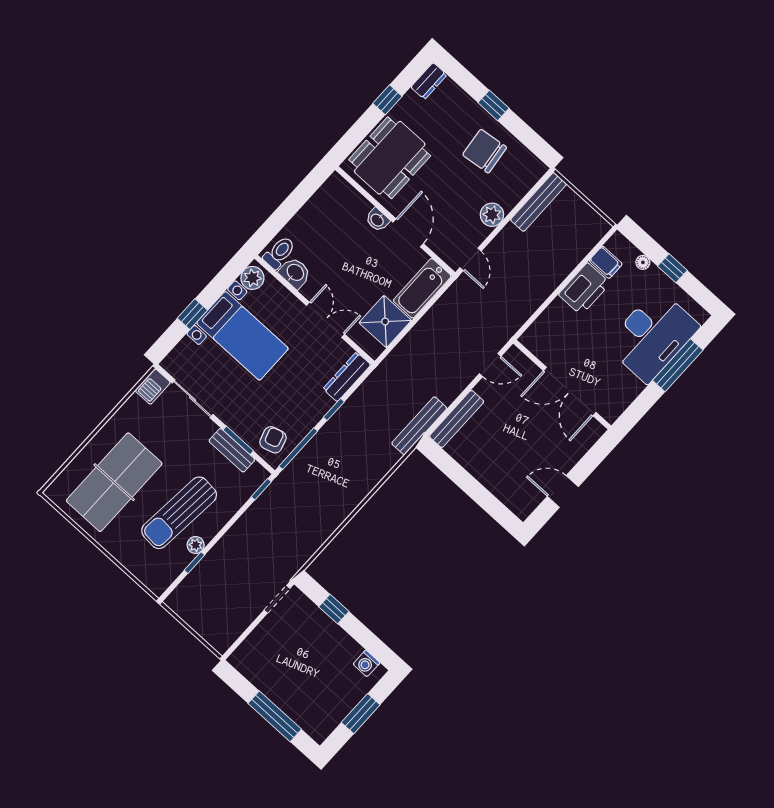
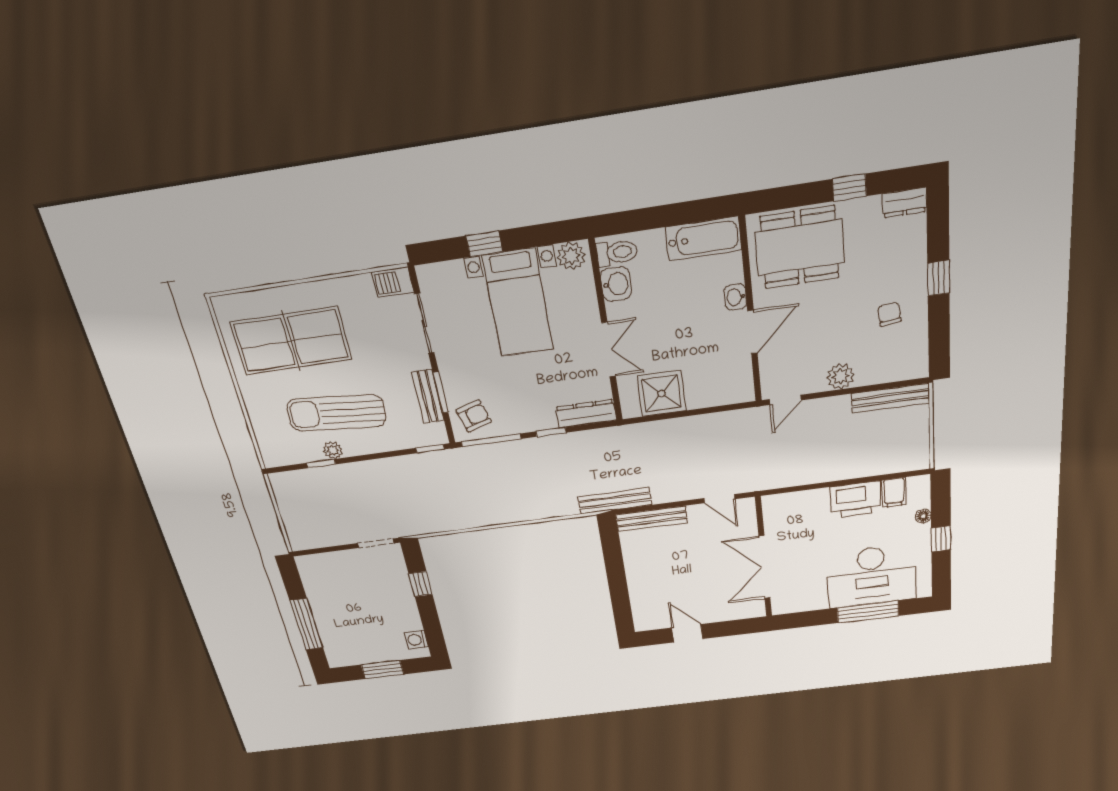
chair: (485, 151) -> (889, 314), width x0.54, depth x0.54
bathtub: (422, 288) -> (704, 239), moved, turned 180

